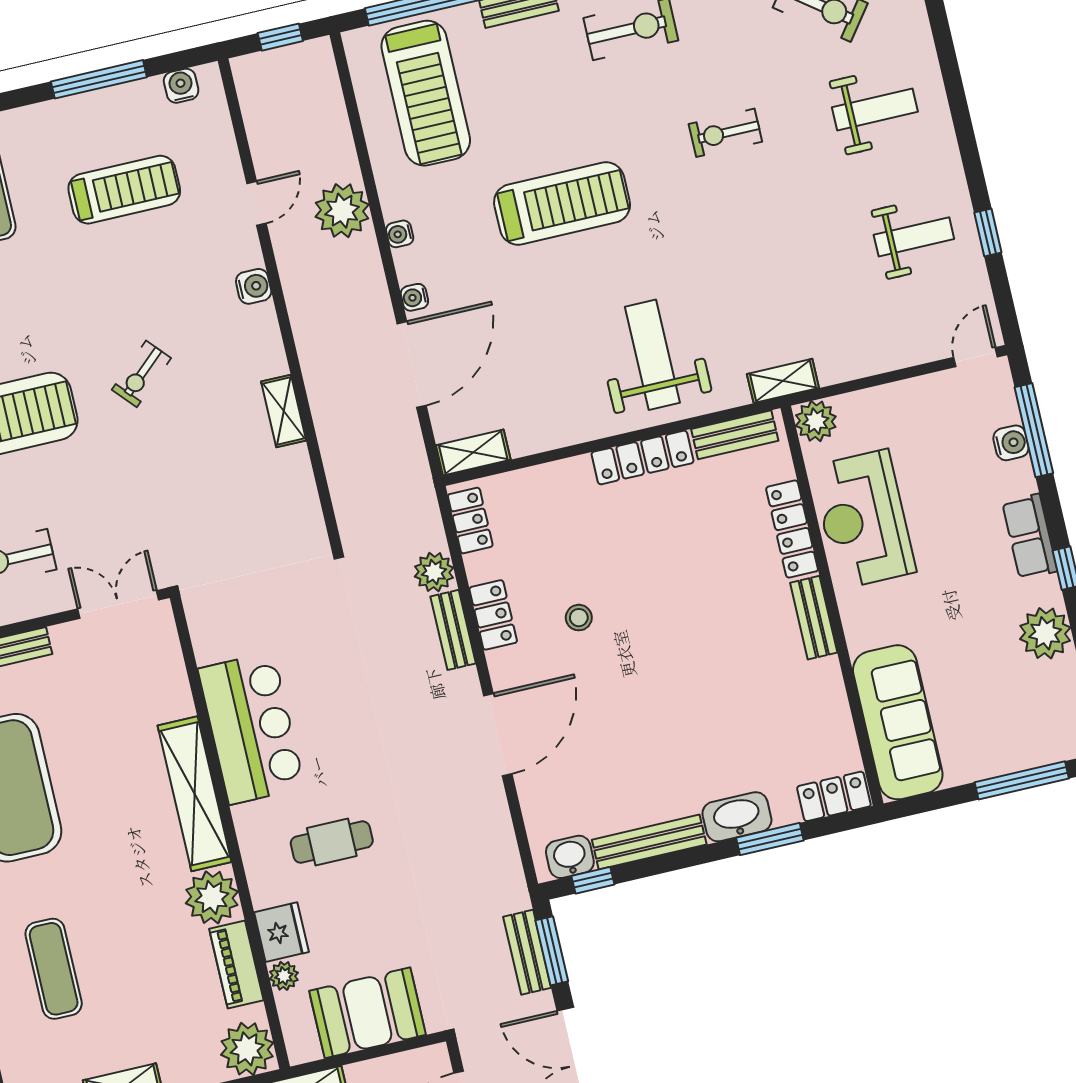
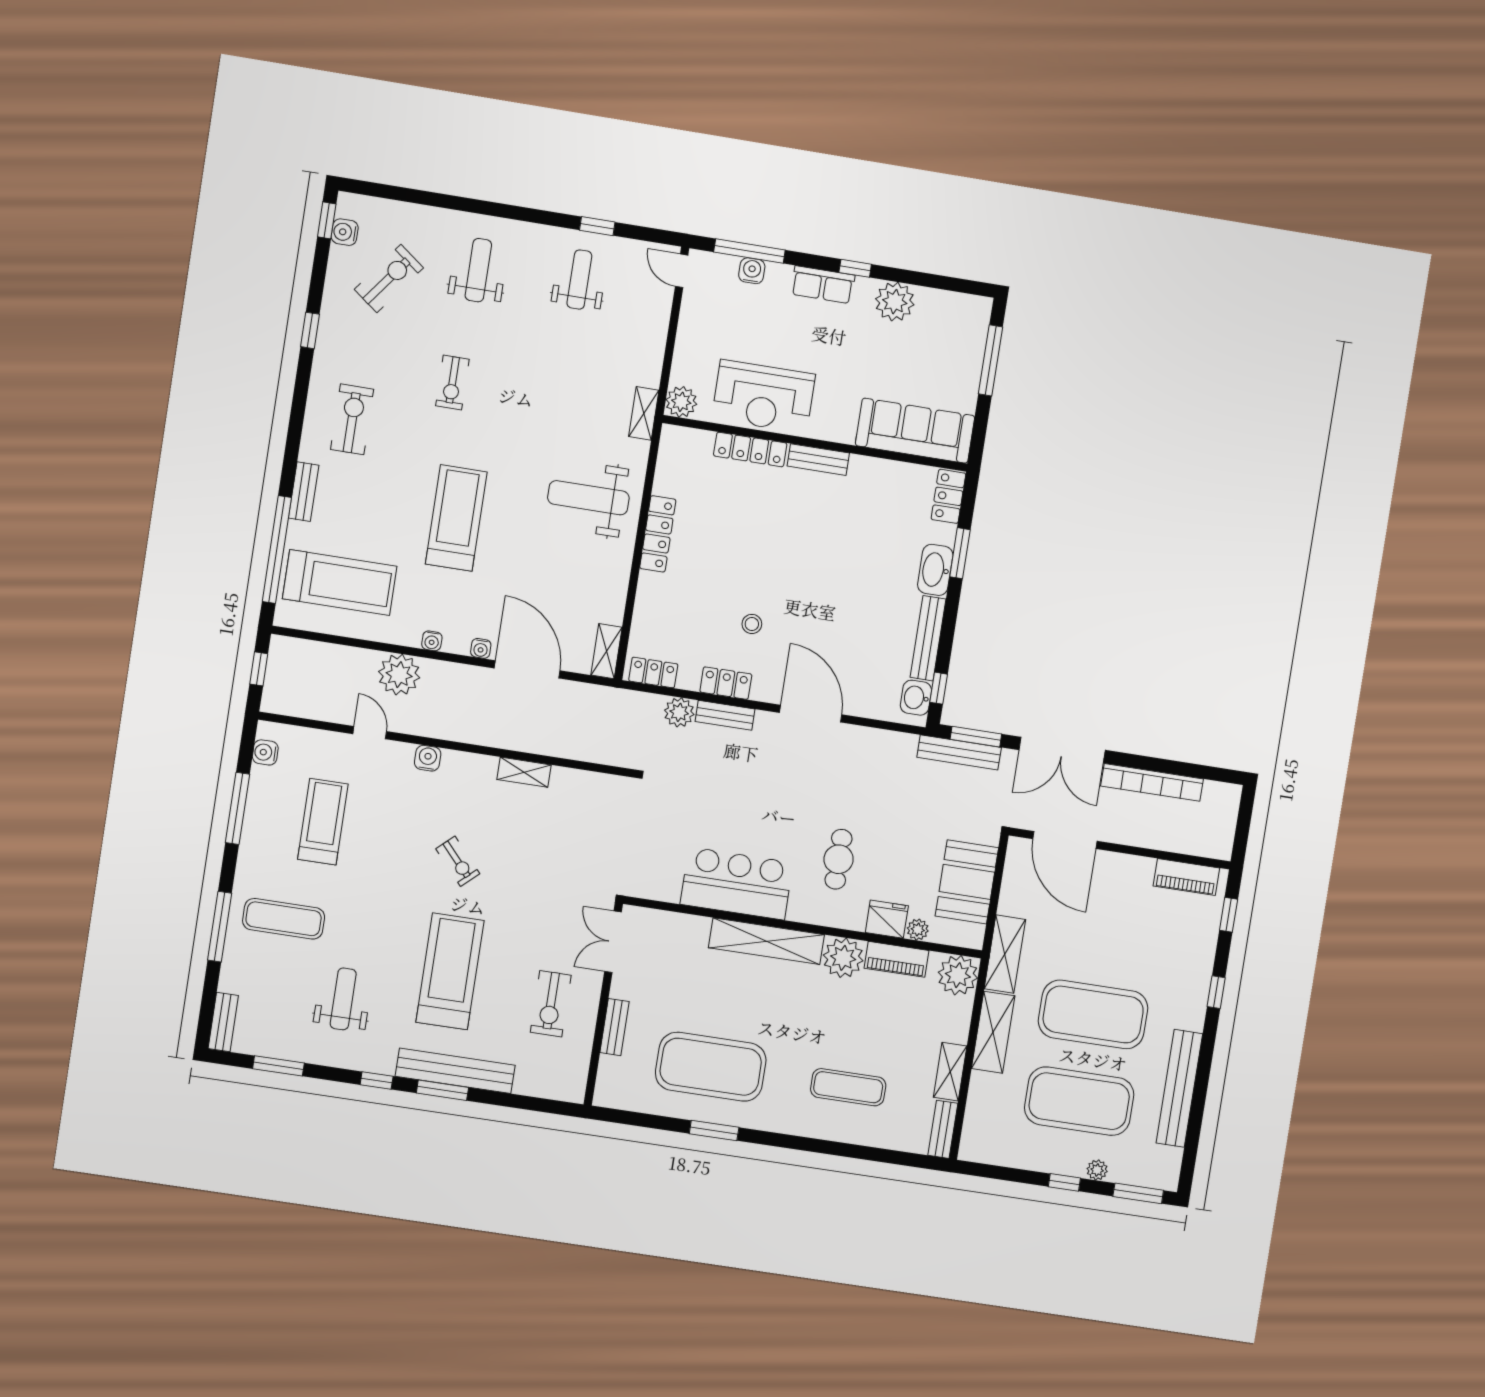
bench: (735, 435) -> (668, 463), removed
bench: (527, 952) -> (959, 752), width x1.36

